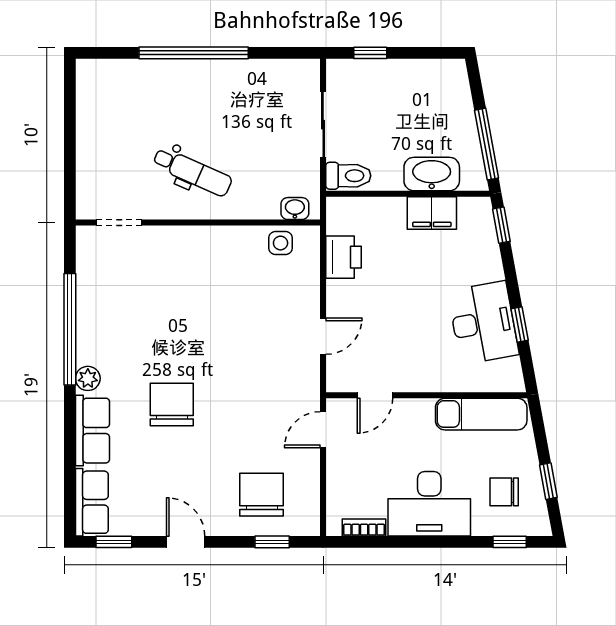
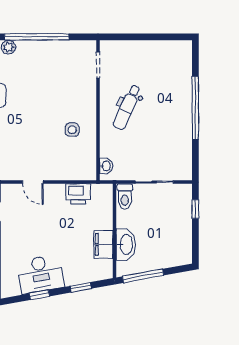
window: (501, 225) -> (81, 287), moved
side table: (281, 243) -> (72, 130), moved

